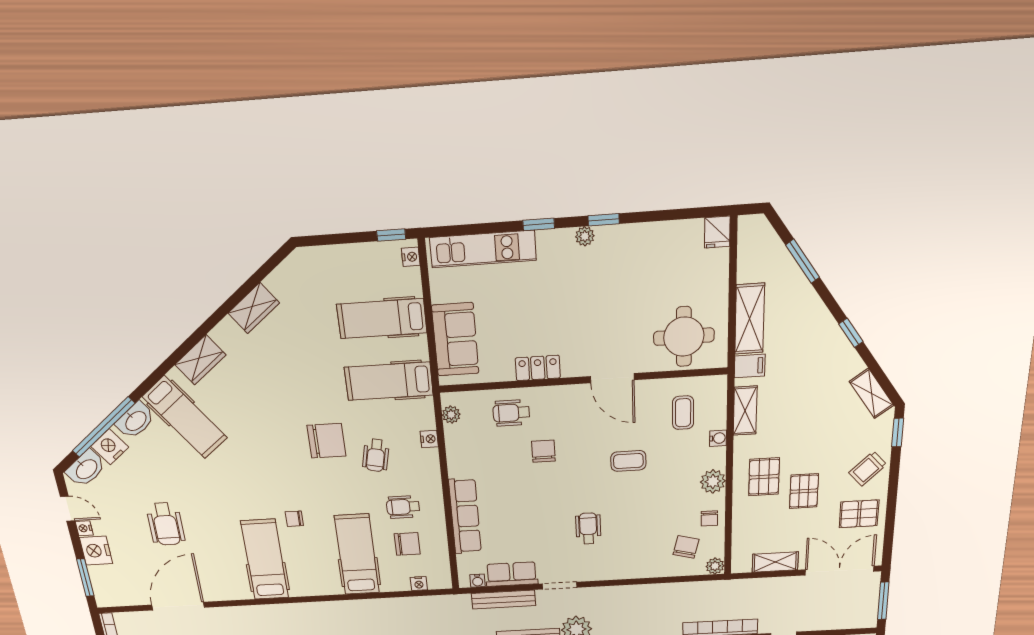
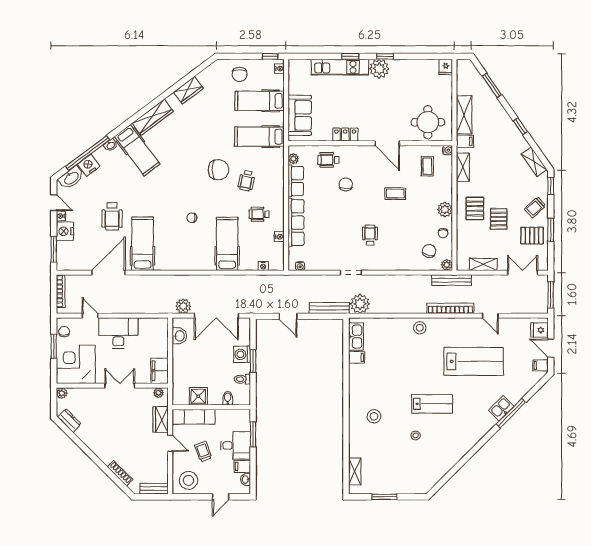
plant: (585, 236) -> (379, 69), width x1.88, depth x1.88
kitchen unit: (483, 249) -> (340, 67), moved
wardrobe: (200, 360) -> (153, 117), width x1.50
washbasin: (135, 421) -> (111, 145), width x0.52, depth x0.69
water cooler: (718, 438) -> (448, 150), moved
nightstand: (429, 439) -> (279, 237), moved
window: (892, 503) -> (551, 230), added
chair: (407, 544) -> (240, 74), moved, turned 90
hospital bed: (265, 560) -> (143, 244), moved
double door: (839, 571) -> (523, 273), width x0.73
row of seats: (512, 574) -> (296, 181), moved, turned 90
bench: (504, 600) -> (452, 280), moved

